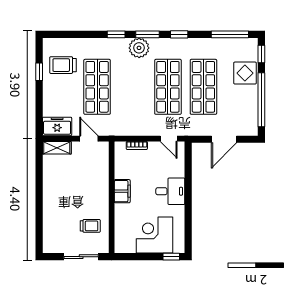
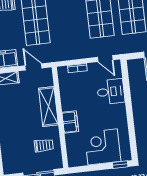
shelving: (100, 184) -> (48, 106), added
filing cabinet: (122, 191) -> (70, 122), moved
desk: (170, 191) -> (111, 92), moved

